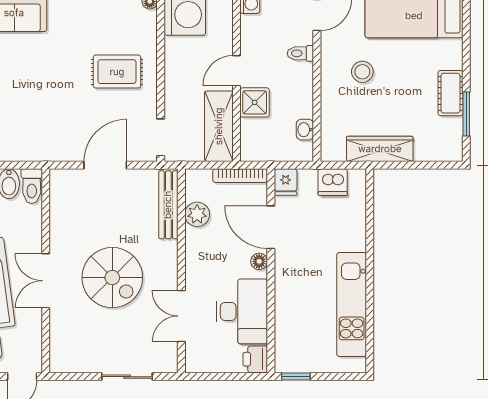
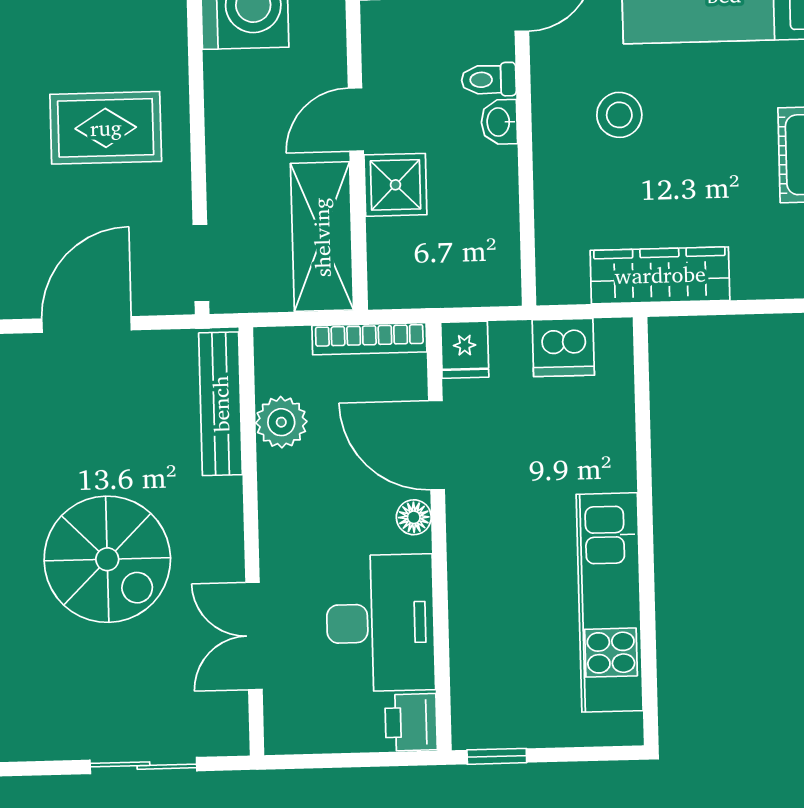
washbasin: (305, 130) -> (499, 122), moved

